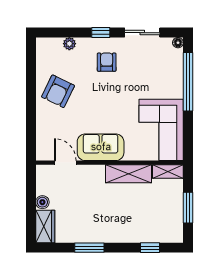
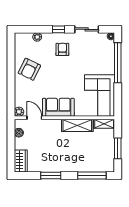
plant: (43, 154) -> (19, 112), added
boiler: (42, 202) -> (19, 133), moved
window: (150, 248) -> (92, 175), width x2.17

